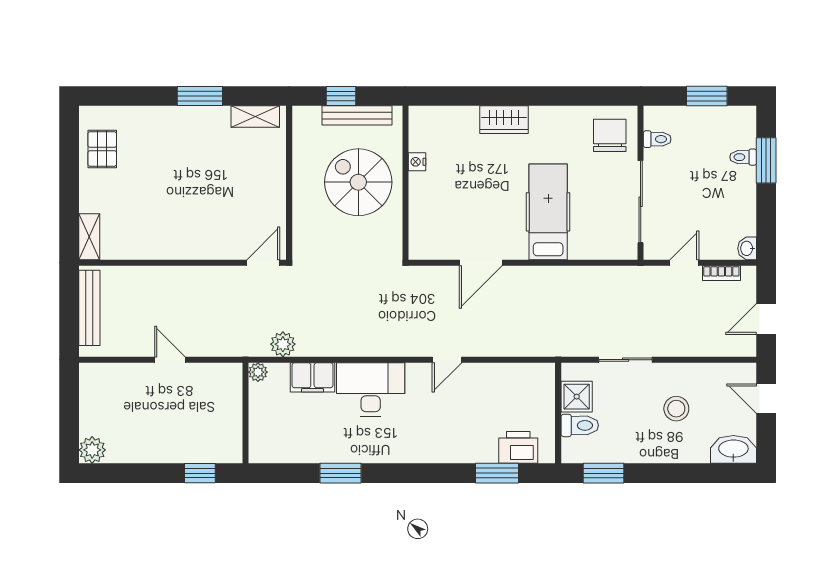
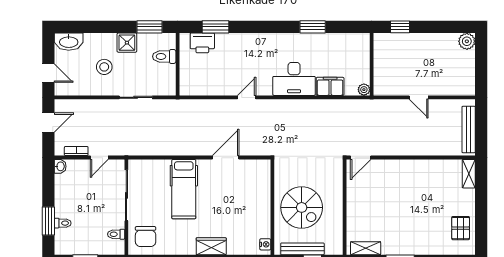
nightstand: (417, 162) -> (265, 244), moved
plant: (283, 344) -> (348, 107), removed
shower: (577, 397) -> (127, 43), moved

